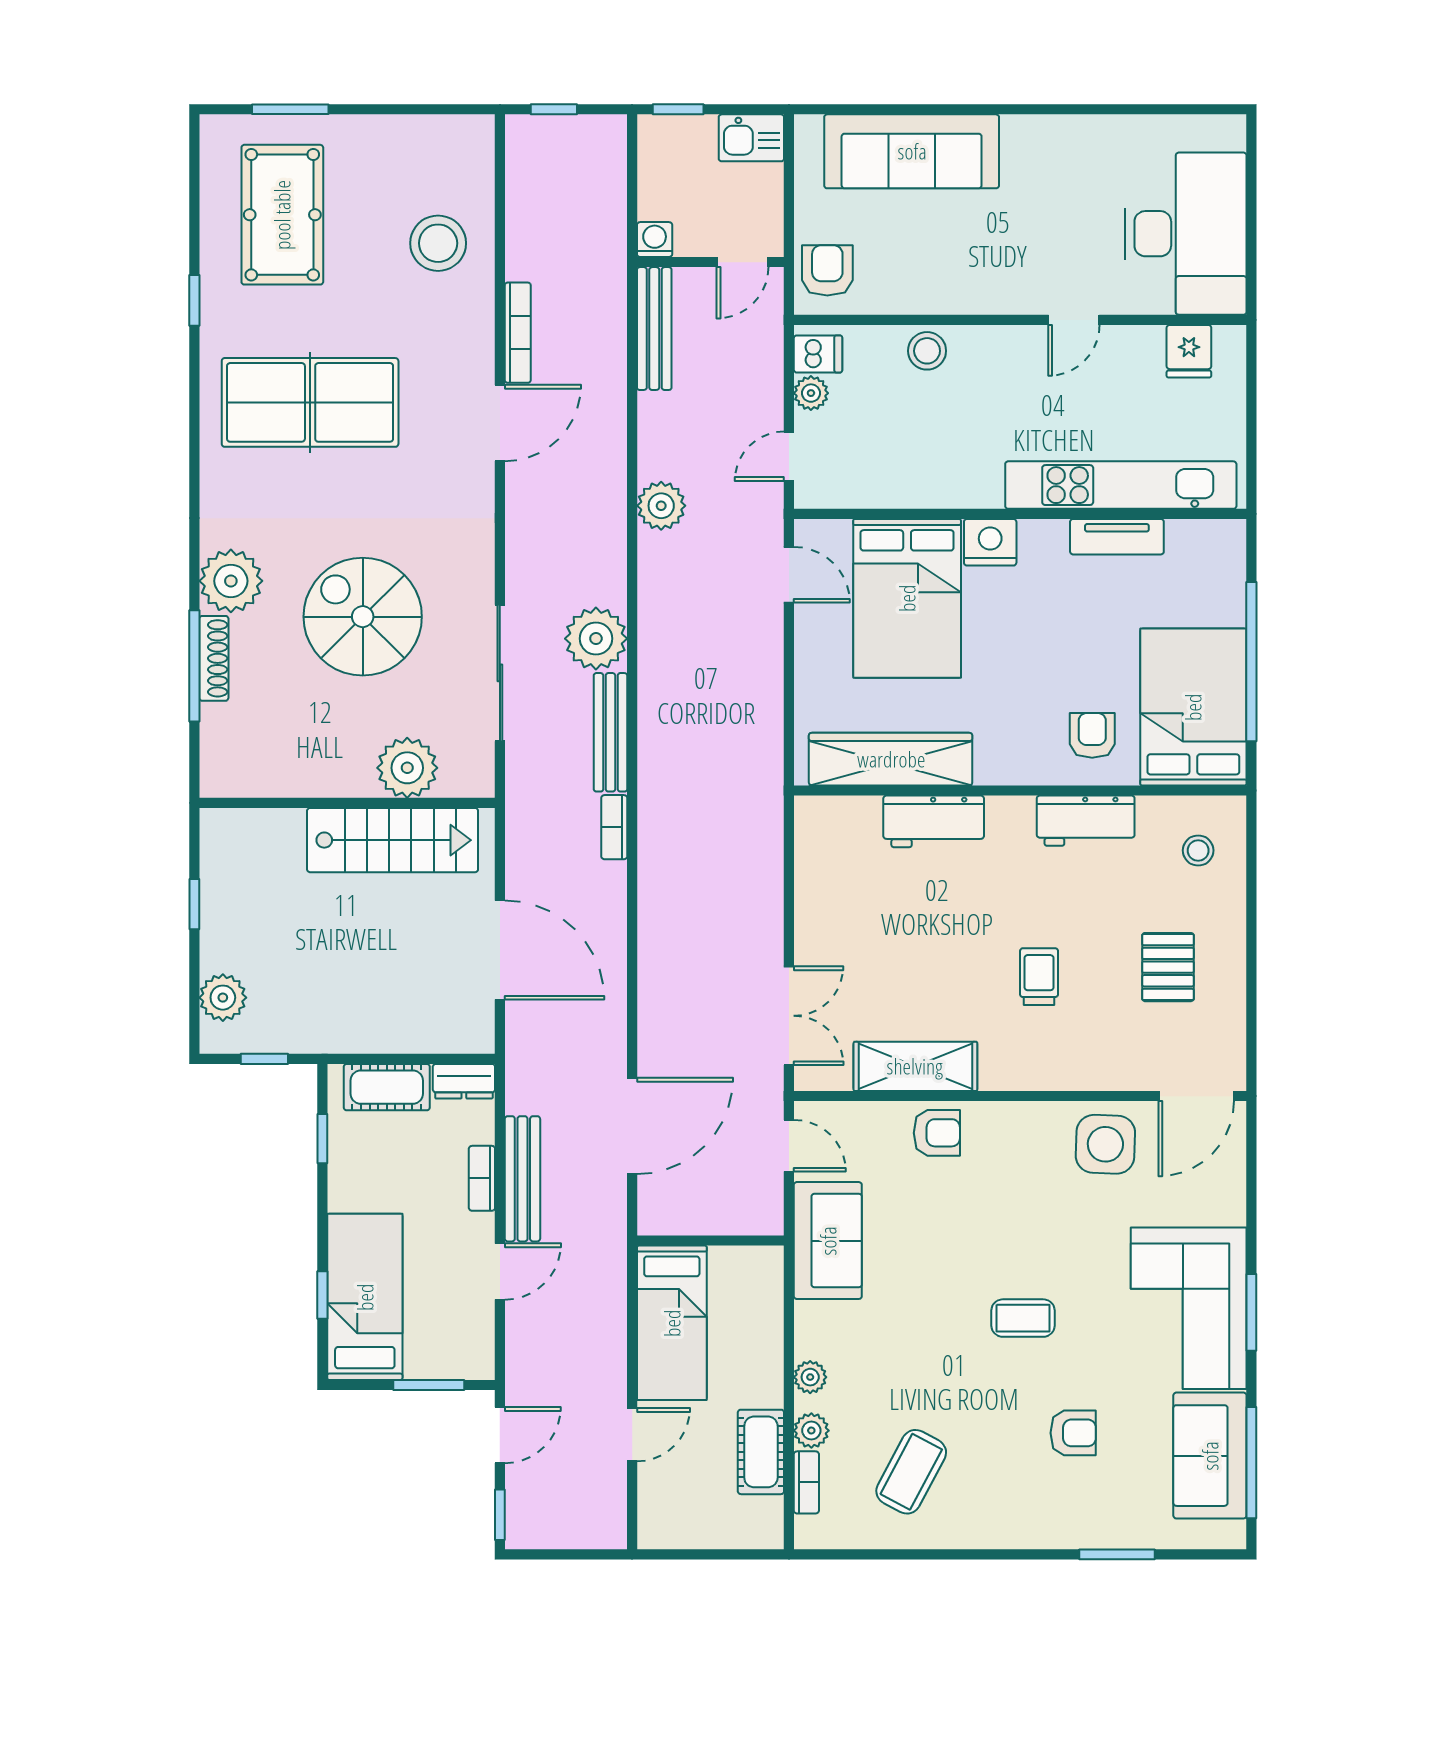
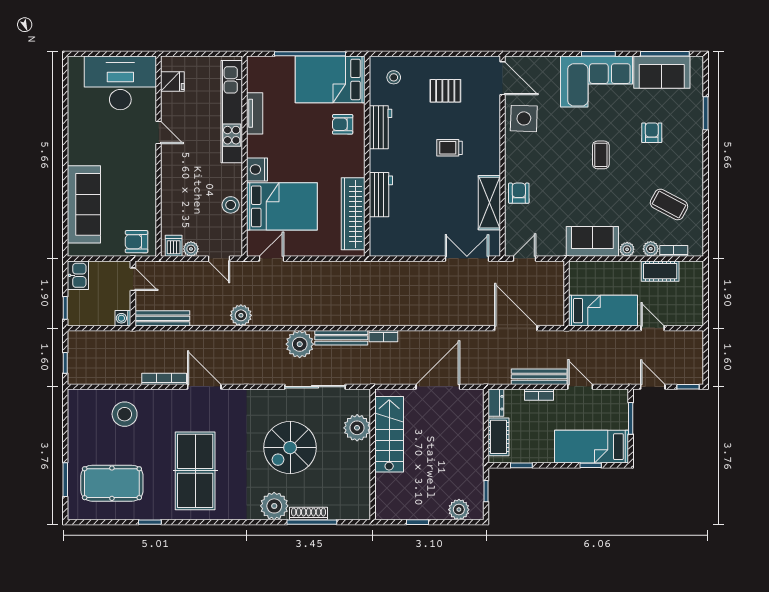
stool: (927, 351) -> (231, 205), moved
sofa: (828, 1241) -> (592, 241), moved

